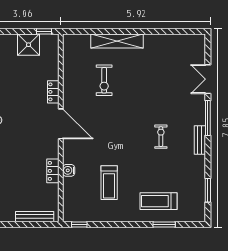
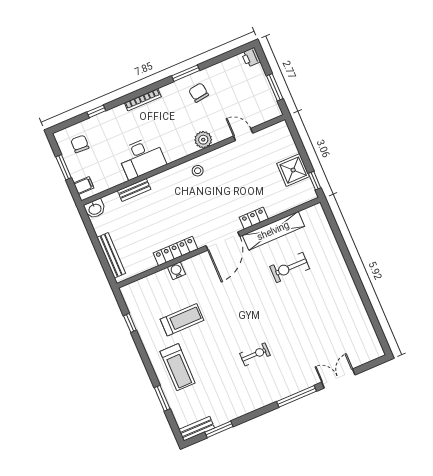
shelving: (117, 41) -> (273, 231), moved, turned 90
bench: (200, 140) -> (197, 429), moved
locker: (53, 171) -> (175, 251), width x1.53
treadmill: (109, 183) -> (182, 320), turned 180
treadmill: (159, 201) -> (178, 367), moved, turned 180
window: (79, 225) -> (130, 323), moved

